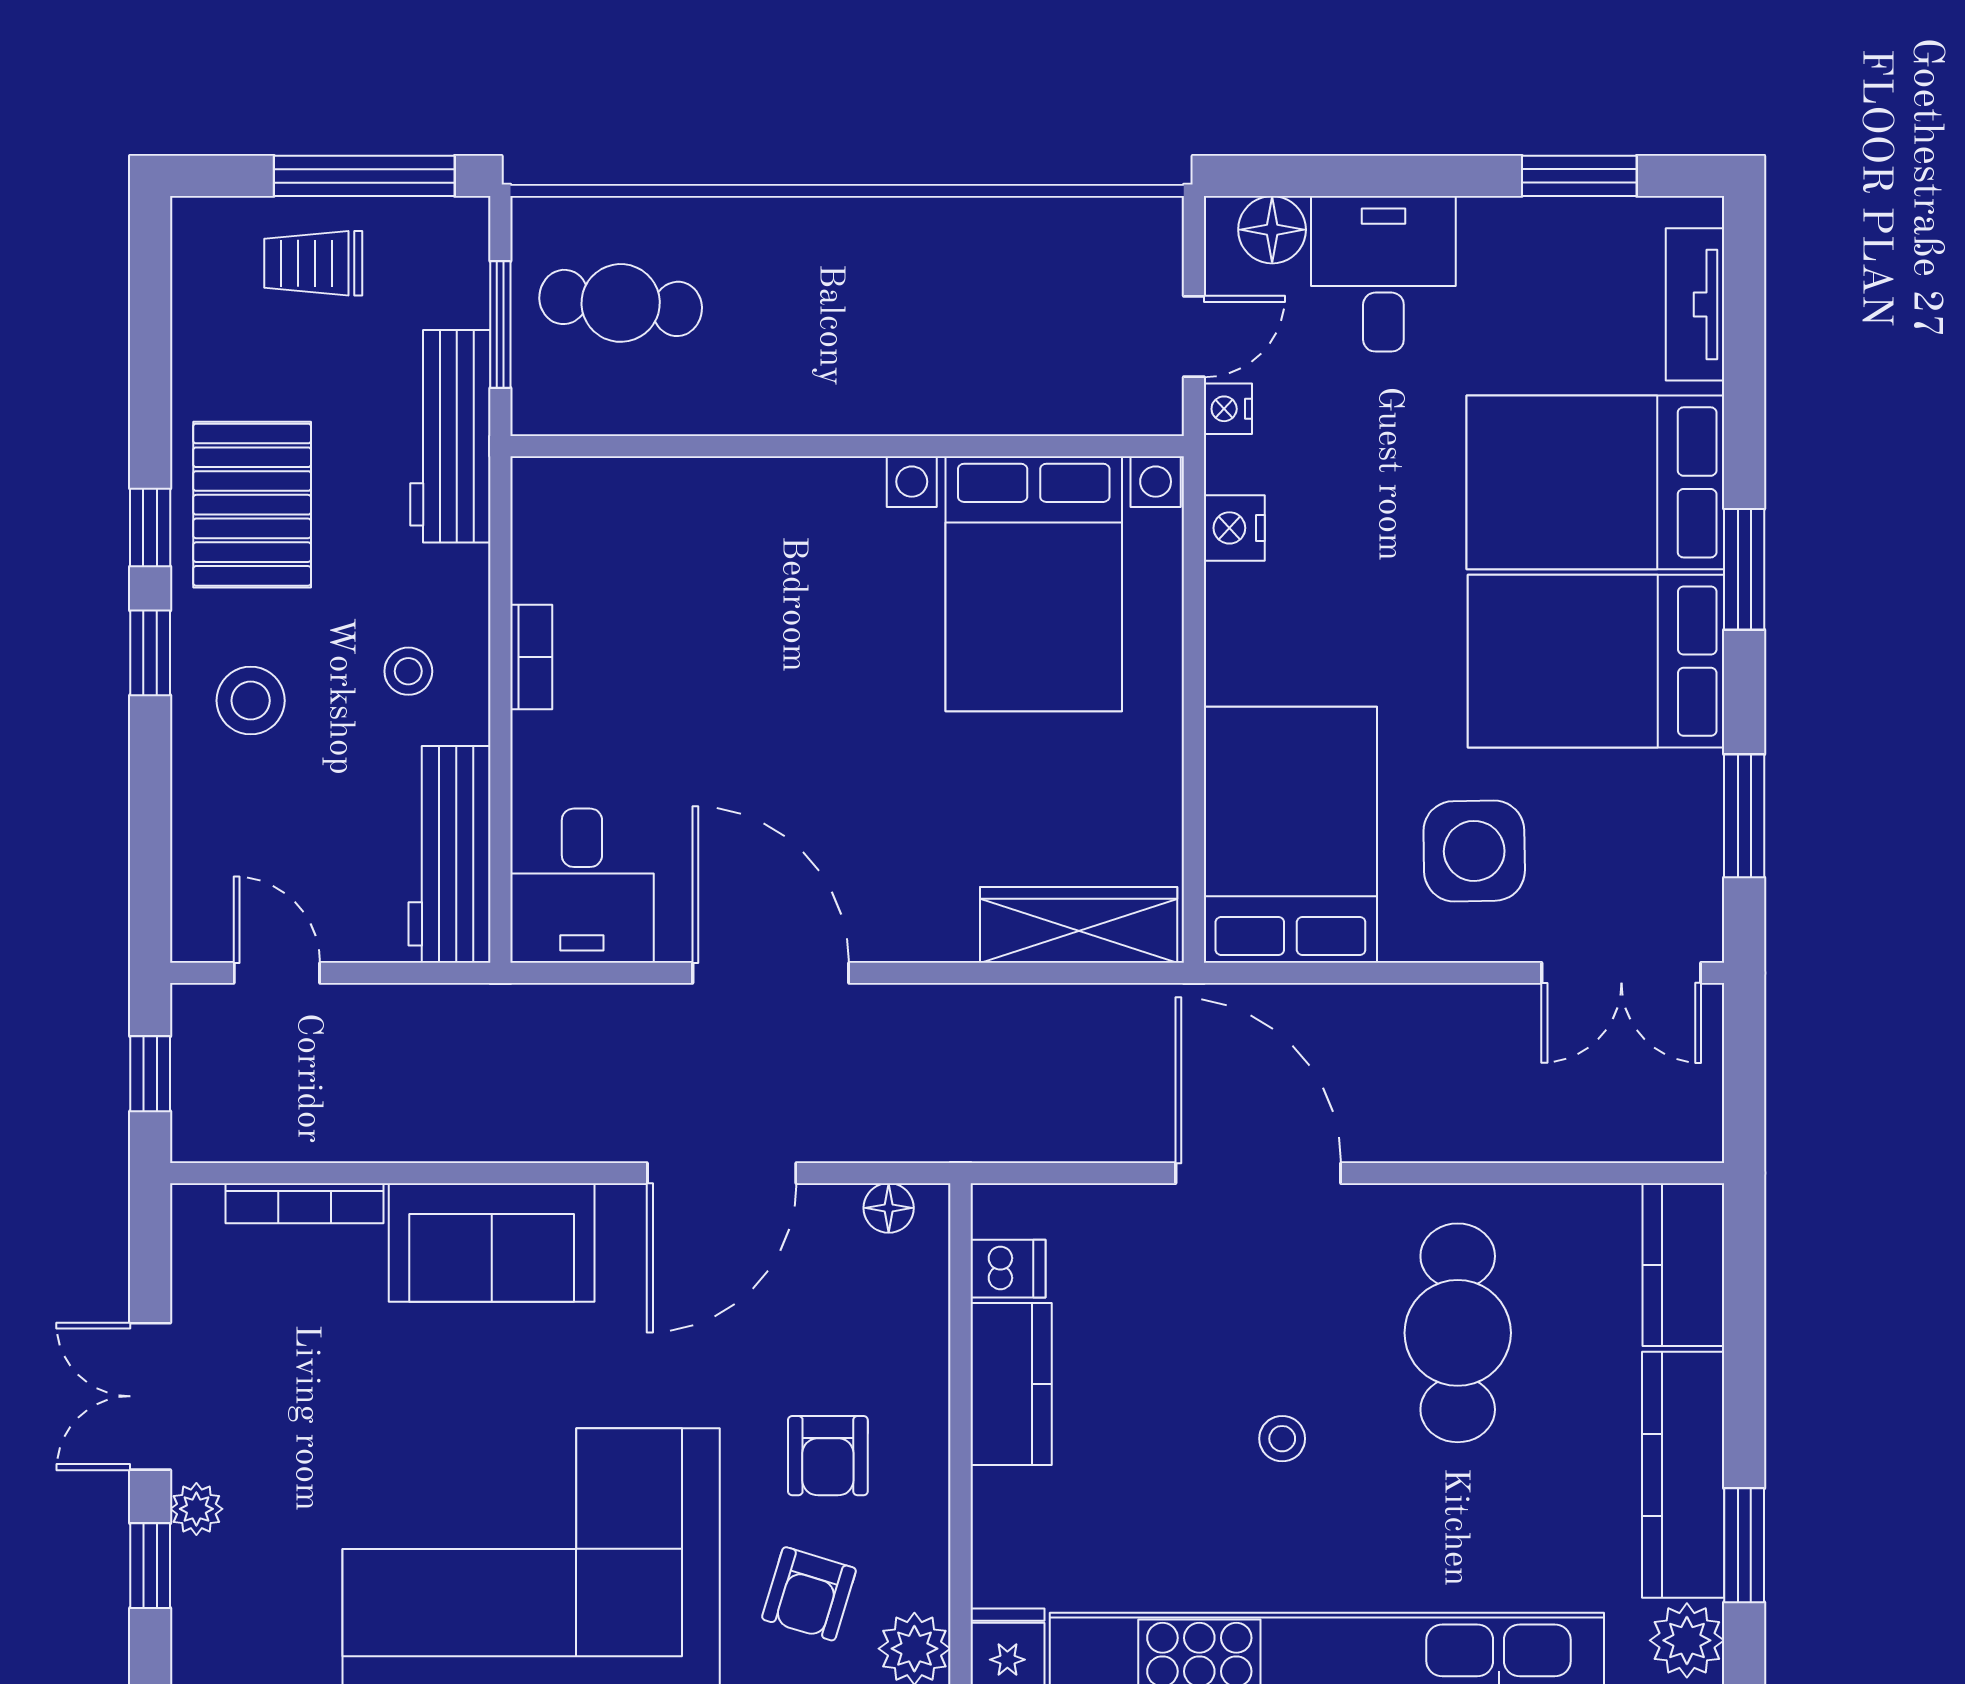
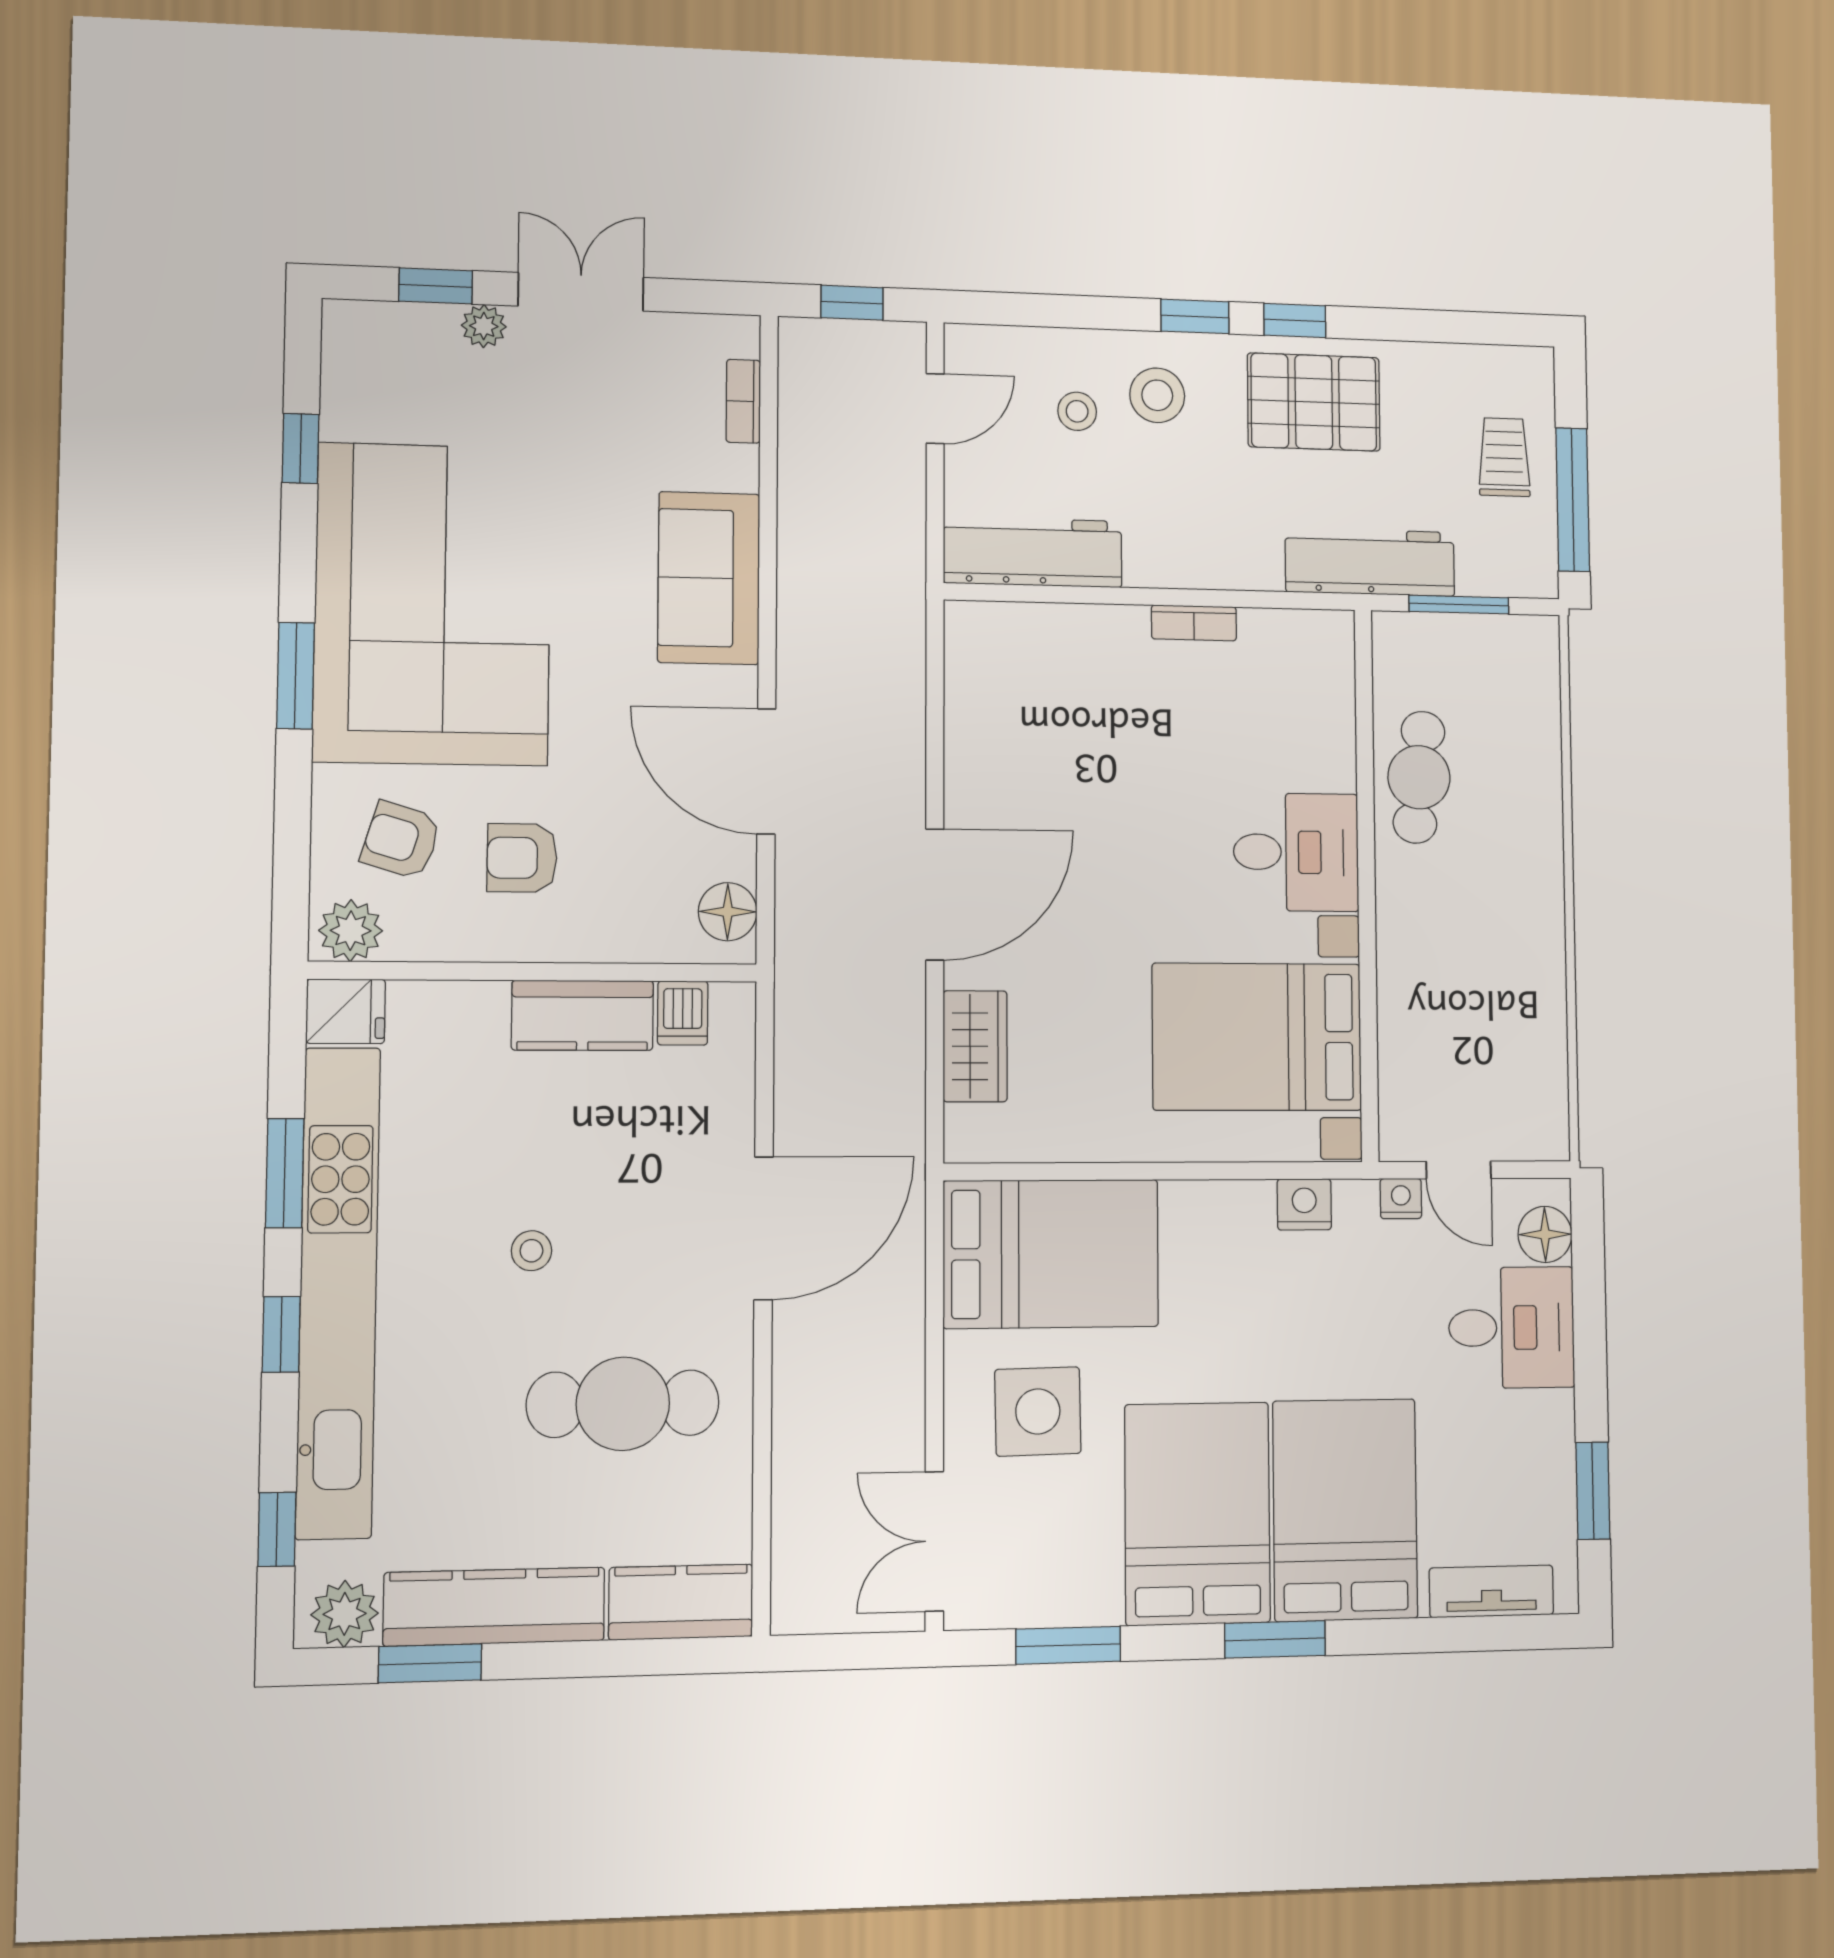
cafe table: (621, 303) -> (1419, 777), moved
stool: (408, 671) -> (1077, 411), moved
desk: (582, 886) -> (1296, 852), moved, turned 180
wardrobe: (1079, 925) -> (975, 1046), width x0.67
door: (771, 973) -> (935, 895), moved
bookcase: (305, 1203) -> (743, 401), width x0.64
floor lamp: (889, 1208) -> (728, 912), width x1.37, depth x1.37

